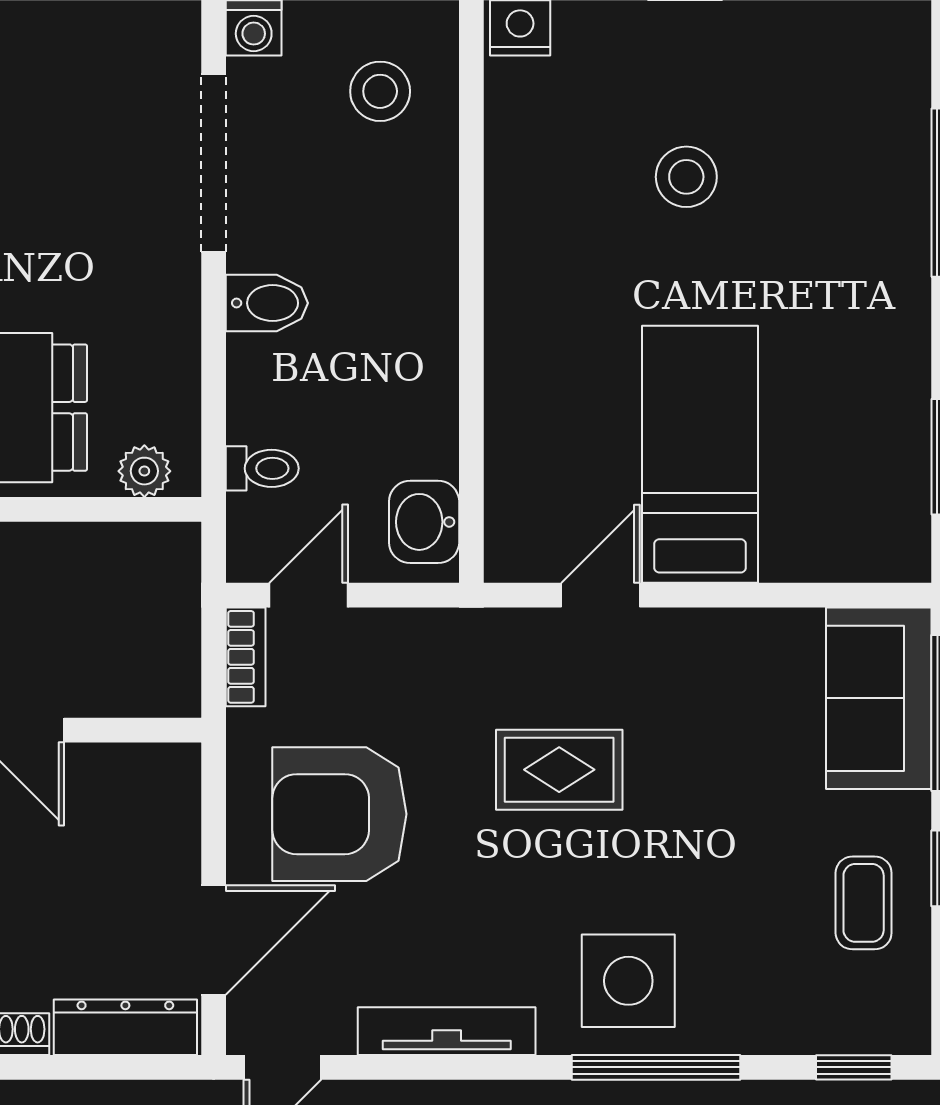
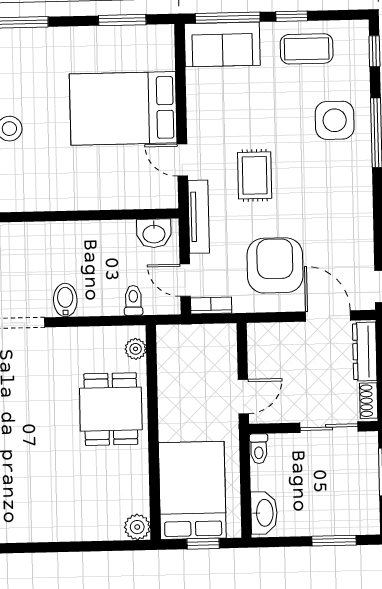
bed: (700, 454) -> (123, 108), width x1.50
armchair: (339, 814) -> (275, 265), turned 180
coffee table: (864, 903) -> (307, 49), width x1.36, depth x1.30
side table: (628, 981) -> (335, 120), moved
tv unit: (447, 1031) -> (199, 217), moved, turned 180

